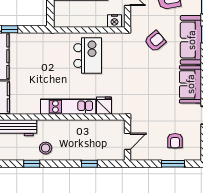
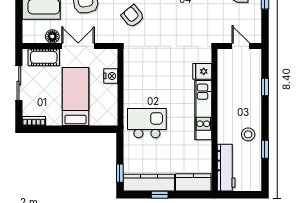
nightstand: (114, 21) -> (111, 76), moved
kitchen island: (88, 56) -> (147, 123), moved

